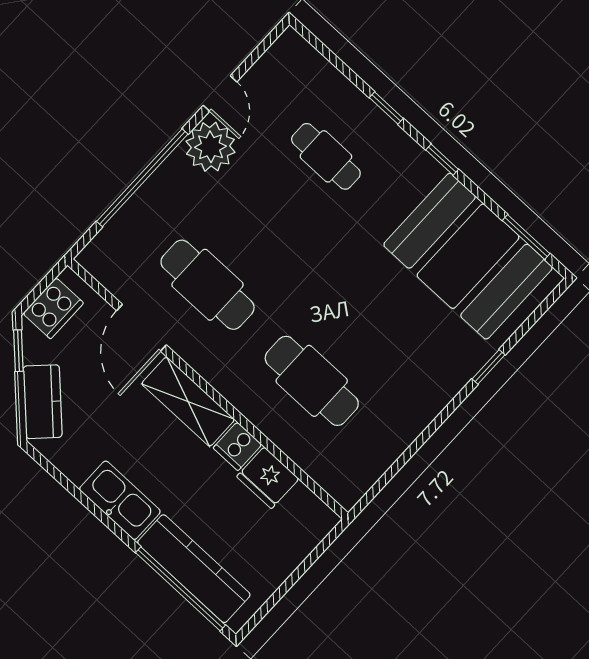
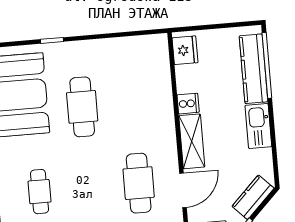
cafe table: (312, 381) -> (82, 107), moved
fridge: (268, 478) -> (185, 50), moved

